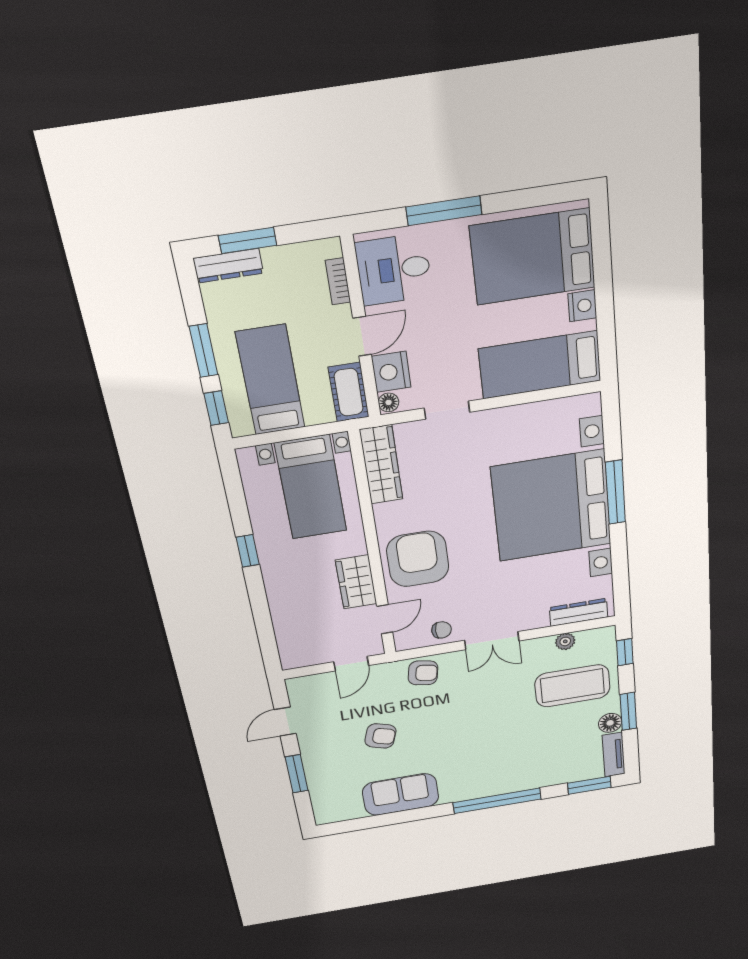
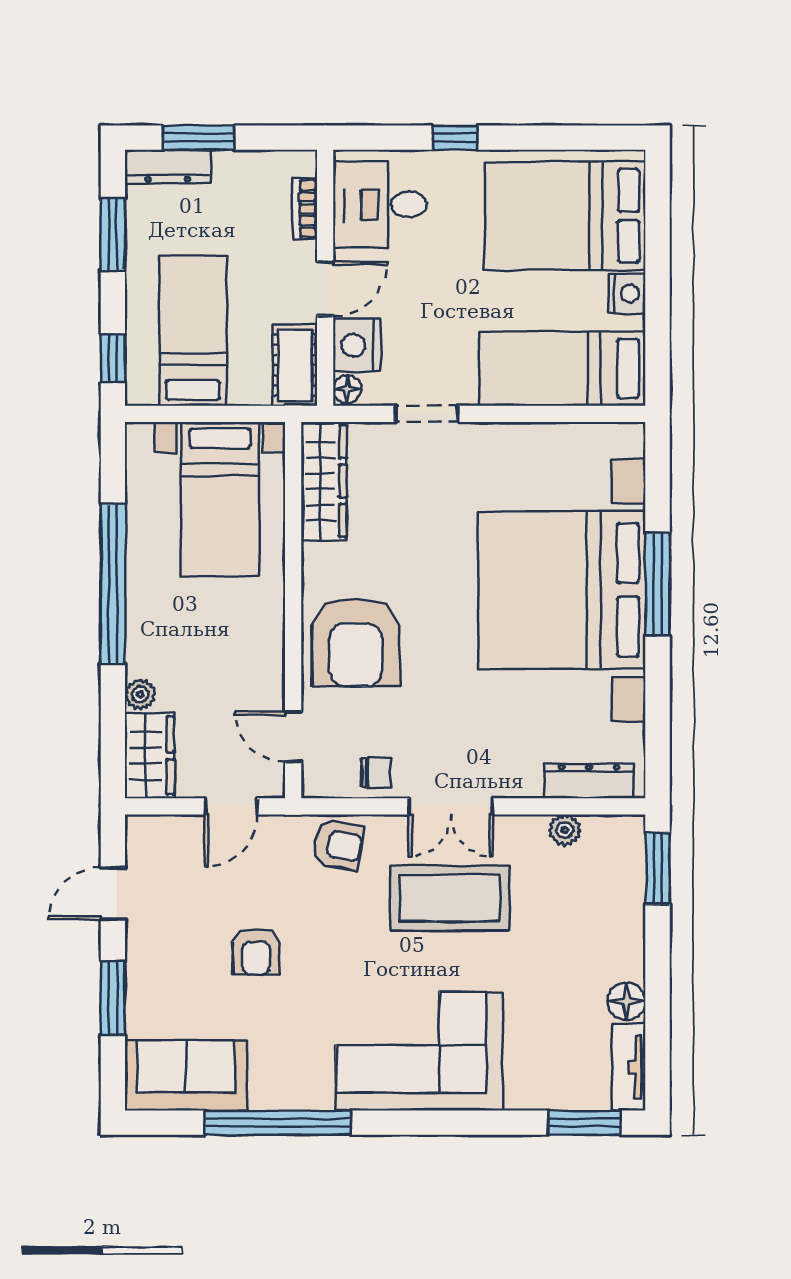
window: (444, 211) -> (455, 138), width x0.46
window: (204, 351) -> (113, 234), moved
window: (248, 551) -> (113, 584), width x3.17
armchair: (418, 559) -> (356, 642), turned 180
wardrobe: (356, 582) -> (150, 756), moved, turned 180
plant: (280, 612) -> (140, 694), added
door: (385, 619) -> (293, 737), swing flipped
window: (625, 652) -> (658, 868), width x1.50
coffee table: (572, 686) -> (450, 898), moved
window: (628, 711) -> (658, 984), removed
armchair: (380, 736) -> (256, 951), turned 72
corner sofa: (488, 768) -> (419, 1051), added
sofa: (401, 794) -> (186, 1076), moved
window: (497, 801) -> (278, 1123), moved

